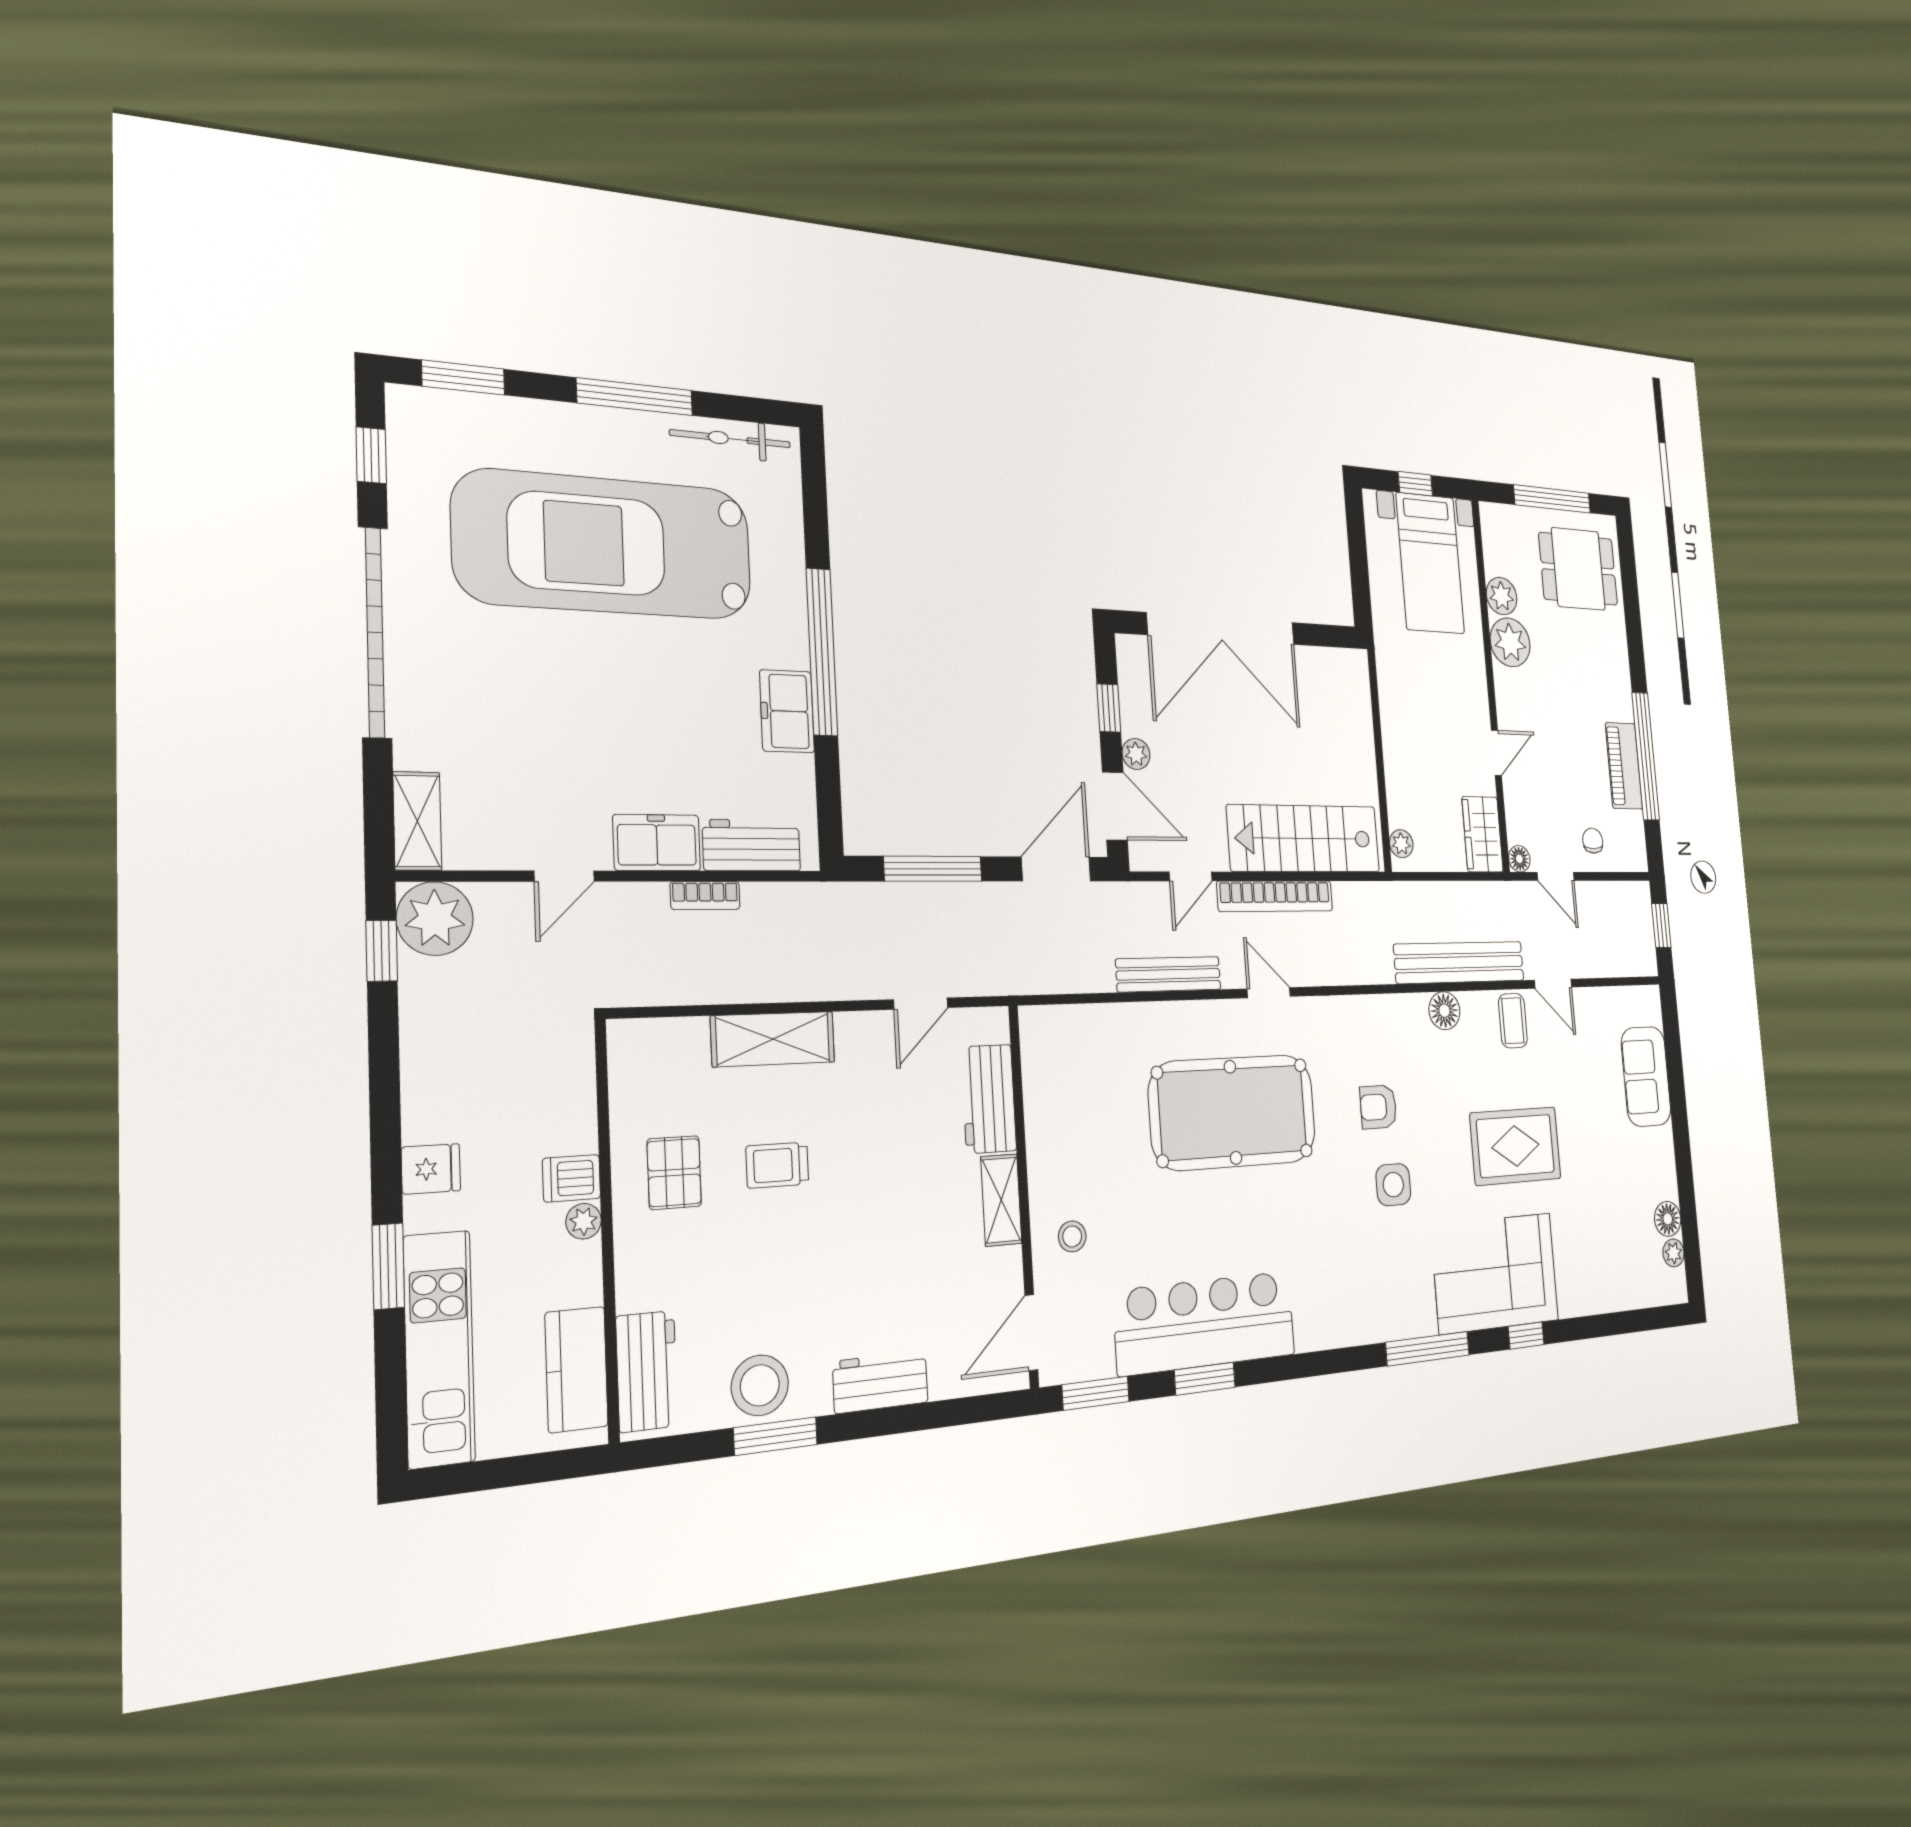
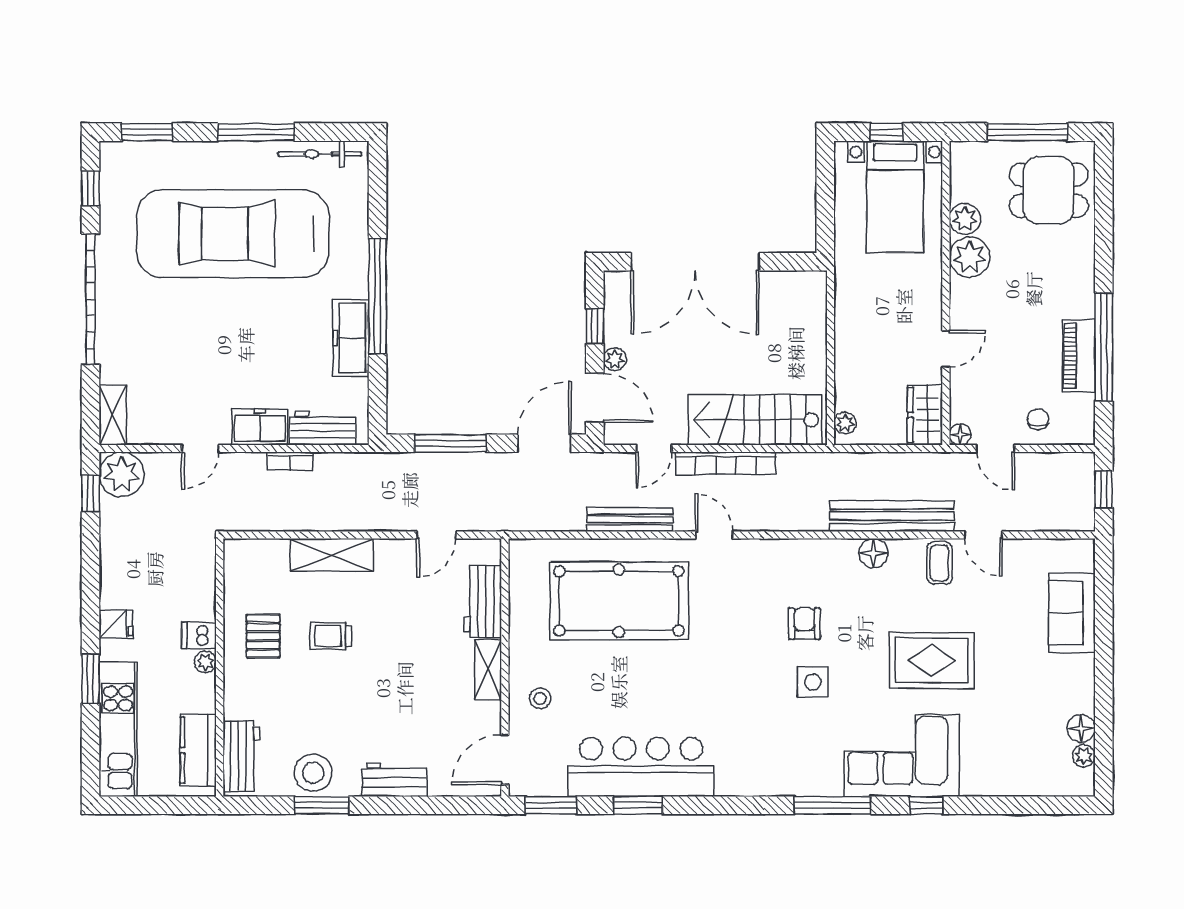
freezer: (787, 711) -> (351, 338), width x1.40
armchair: (1378, 1107) -> (804, 624), turned 90
pool table: (1233, 1112) -> (619, 601), moved

